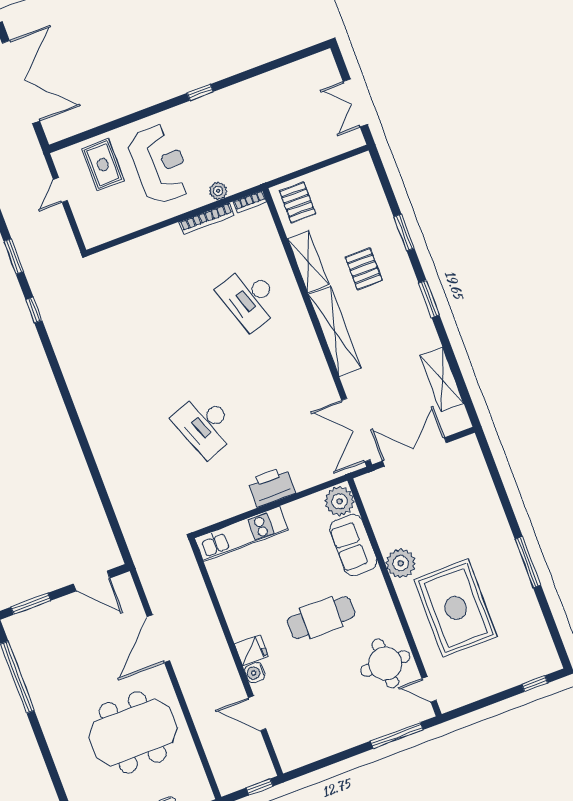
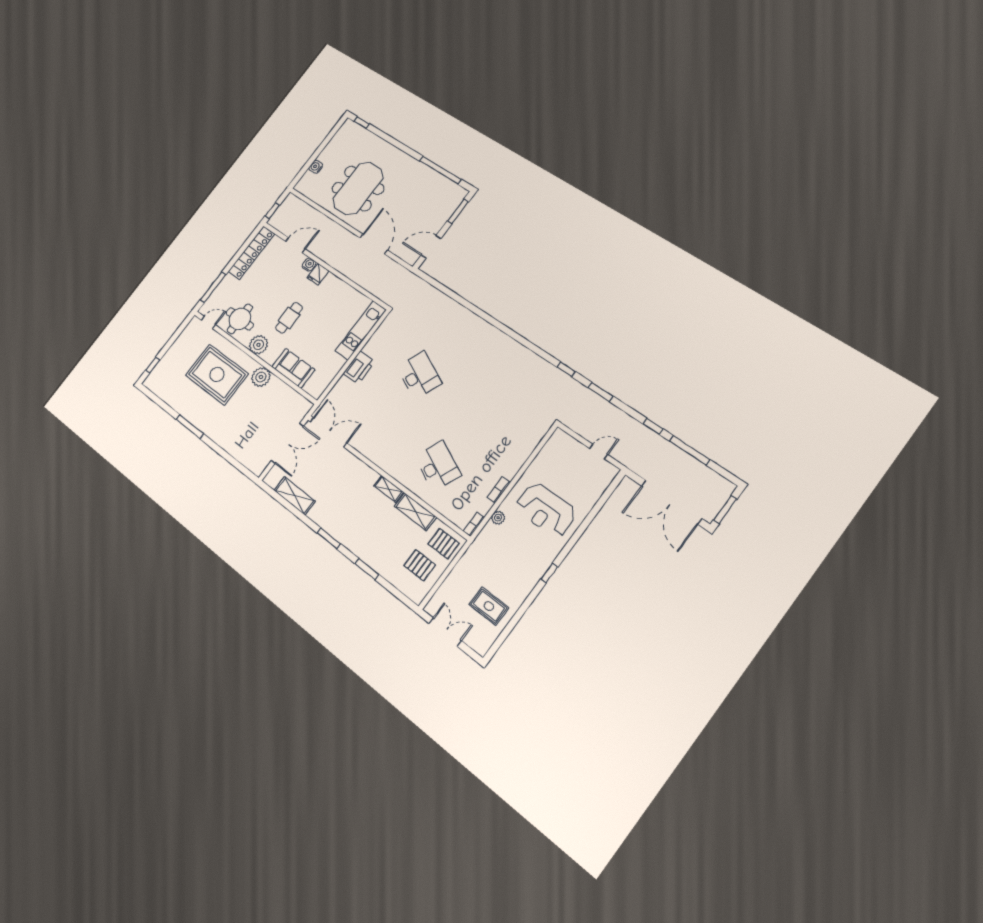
rug: (103, 165) -> (489, 606), moved
door: (60, 190) -> (599, 452), hinge flipped
bookcase: (207, 219) -> (499, 490), width x0.64
pallet: (364, 269) -> (420, 565), moved
desk: (250, 298) -> (438, 466), turned 42
shelving: (335, 331) -> (389, 489), width x0.45, depth x0.75
desk: (205, 424) -> (419, 375), turned 45
plant: (339, 501) -> (259, 345), moved
cafe table: (321, 618) -> (289, 318), width x0.73, depth x0.74
locker: (320, 747) -> (251, 253), added

